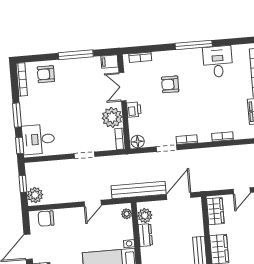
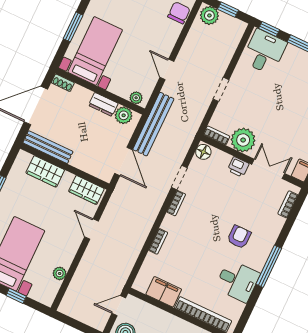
armchair: (170, 84) -> (239, 237), moved

